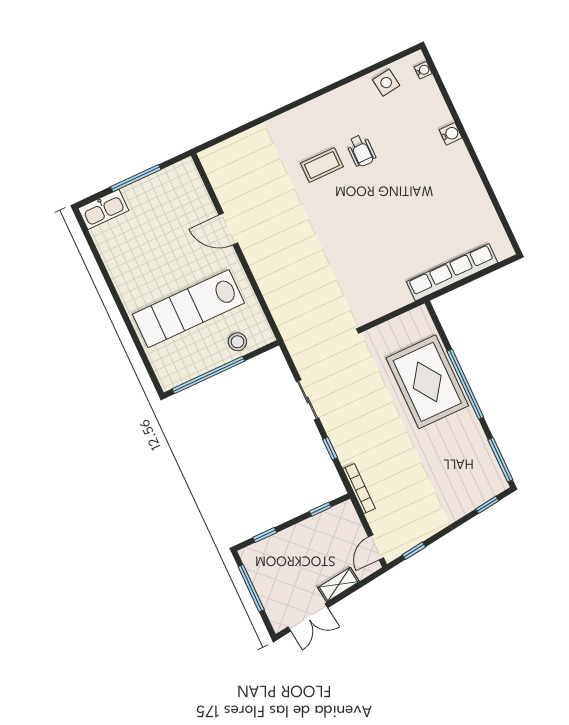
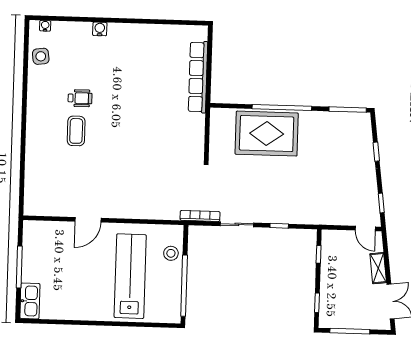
lab bench: (188, 309) -> (130, 276), turned 180
bookcase: (359, 489) -> (200, 216), moved
window: (487, 505) -> (376, 152), moved

